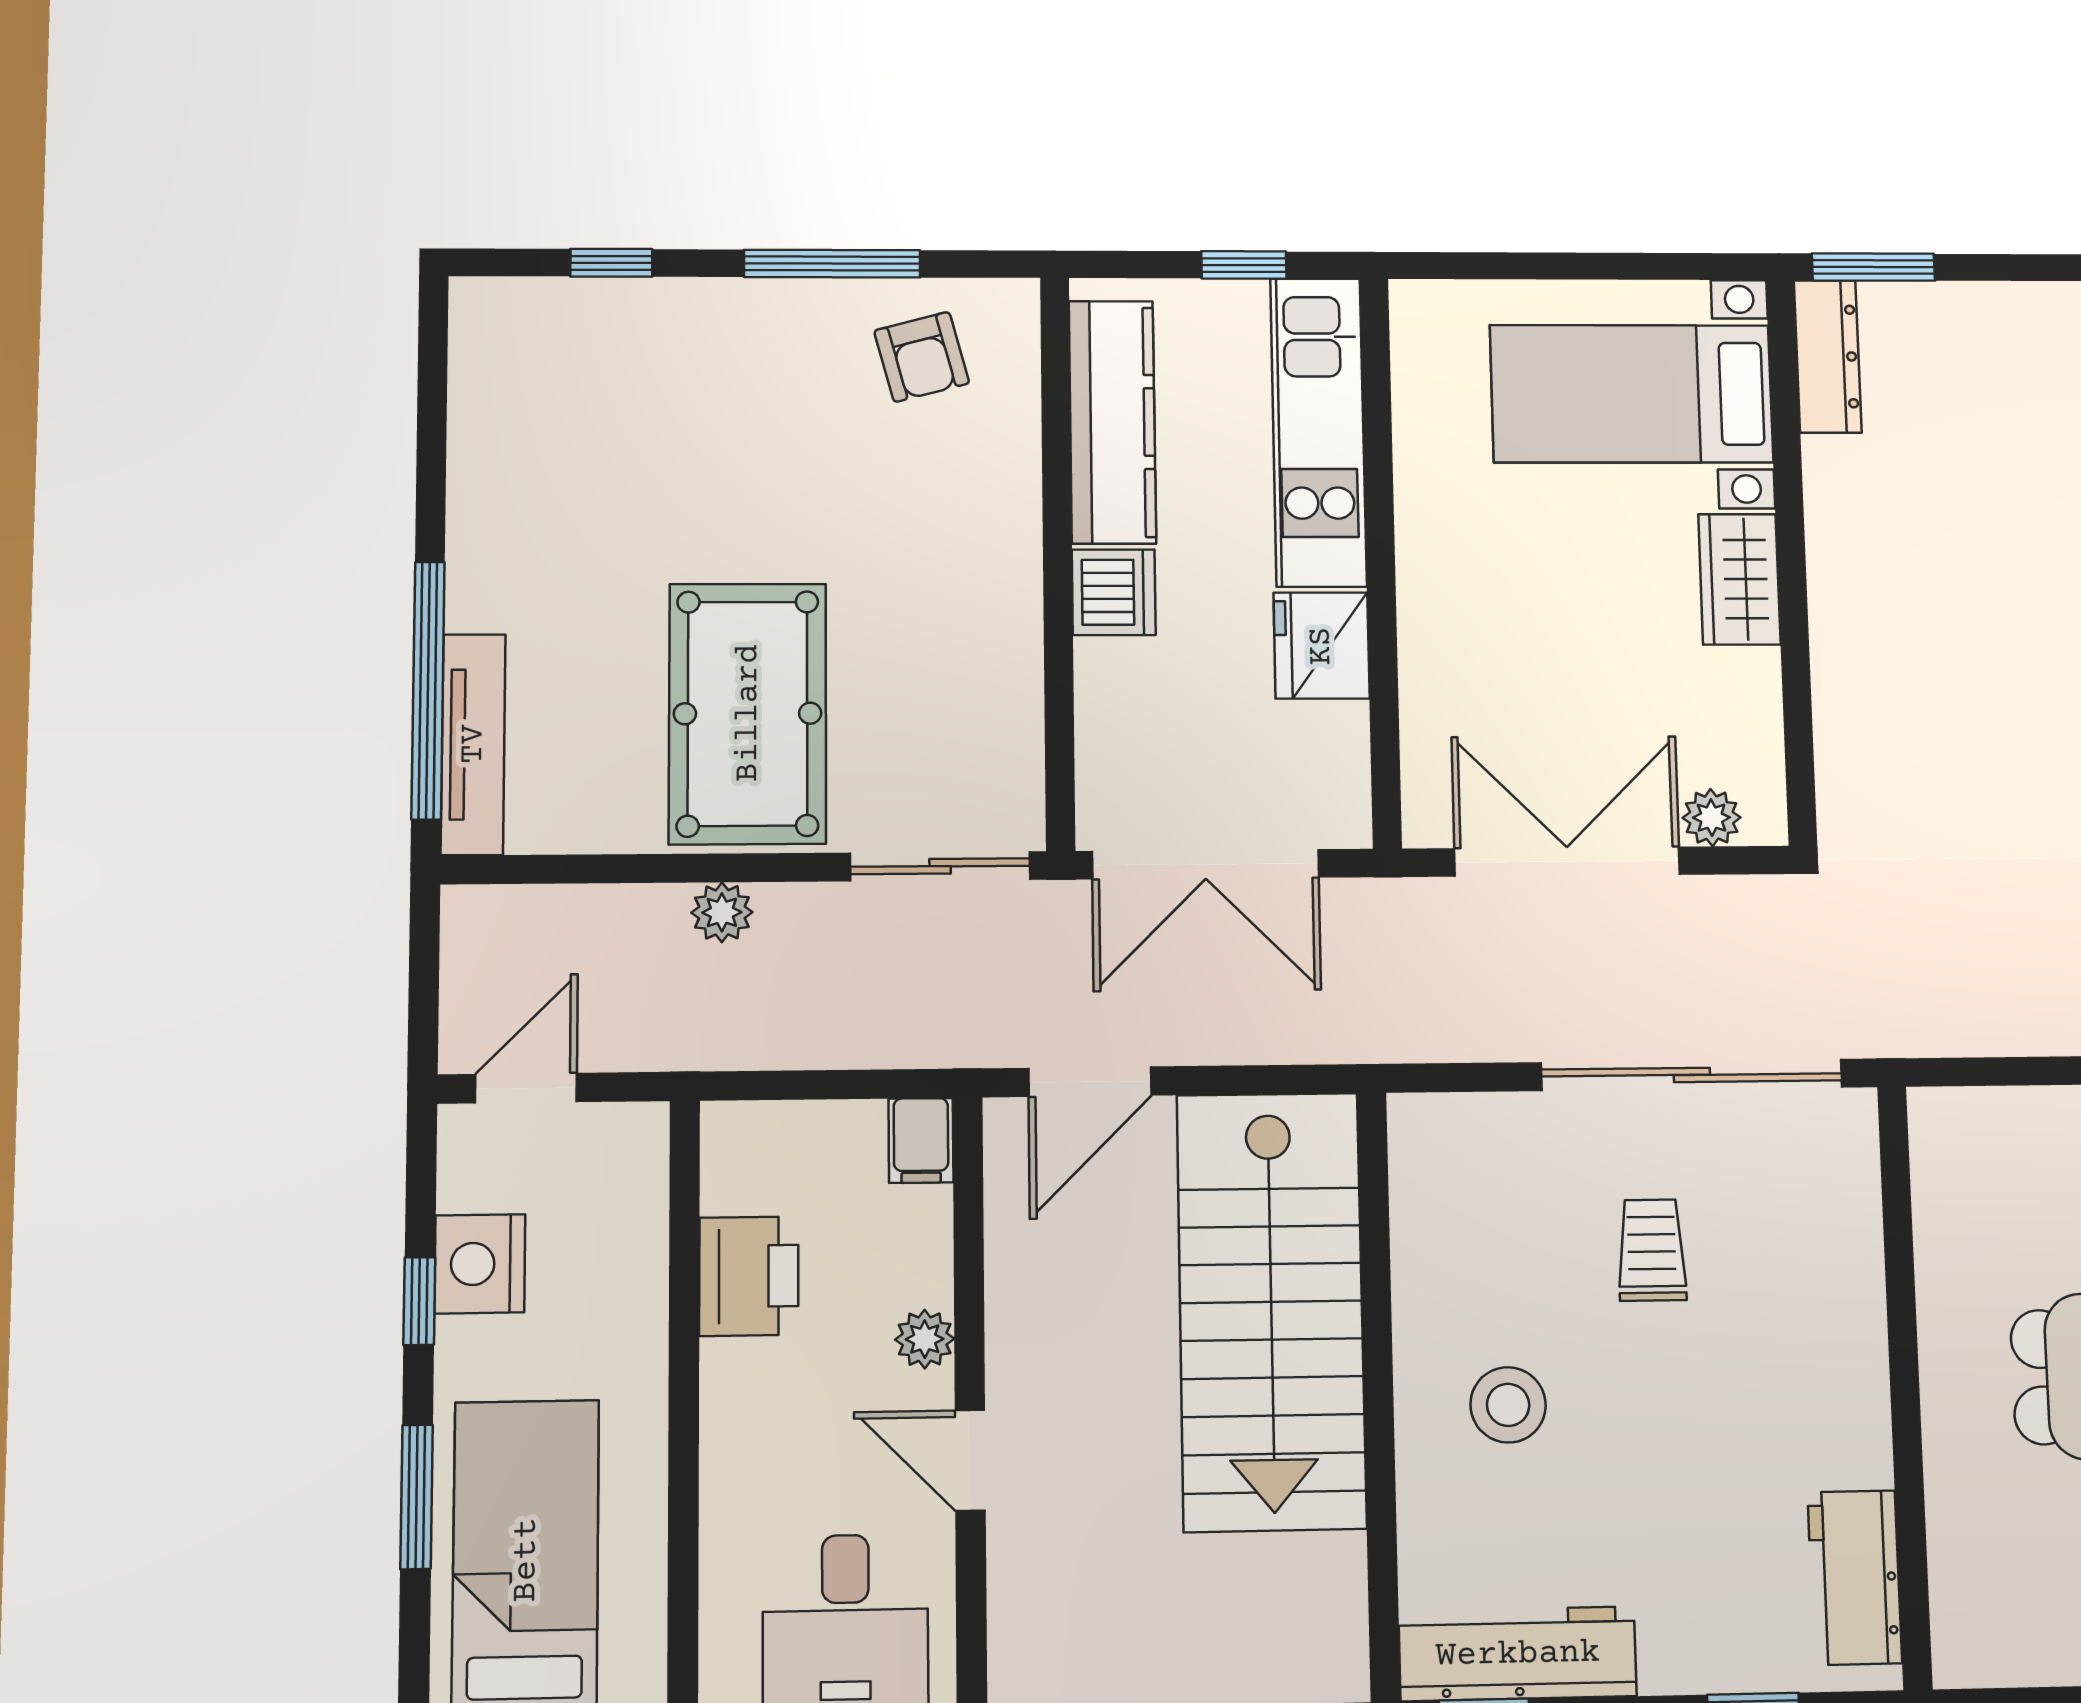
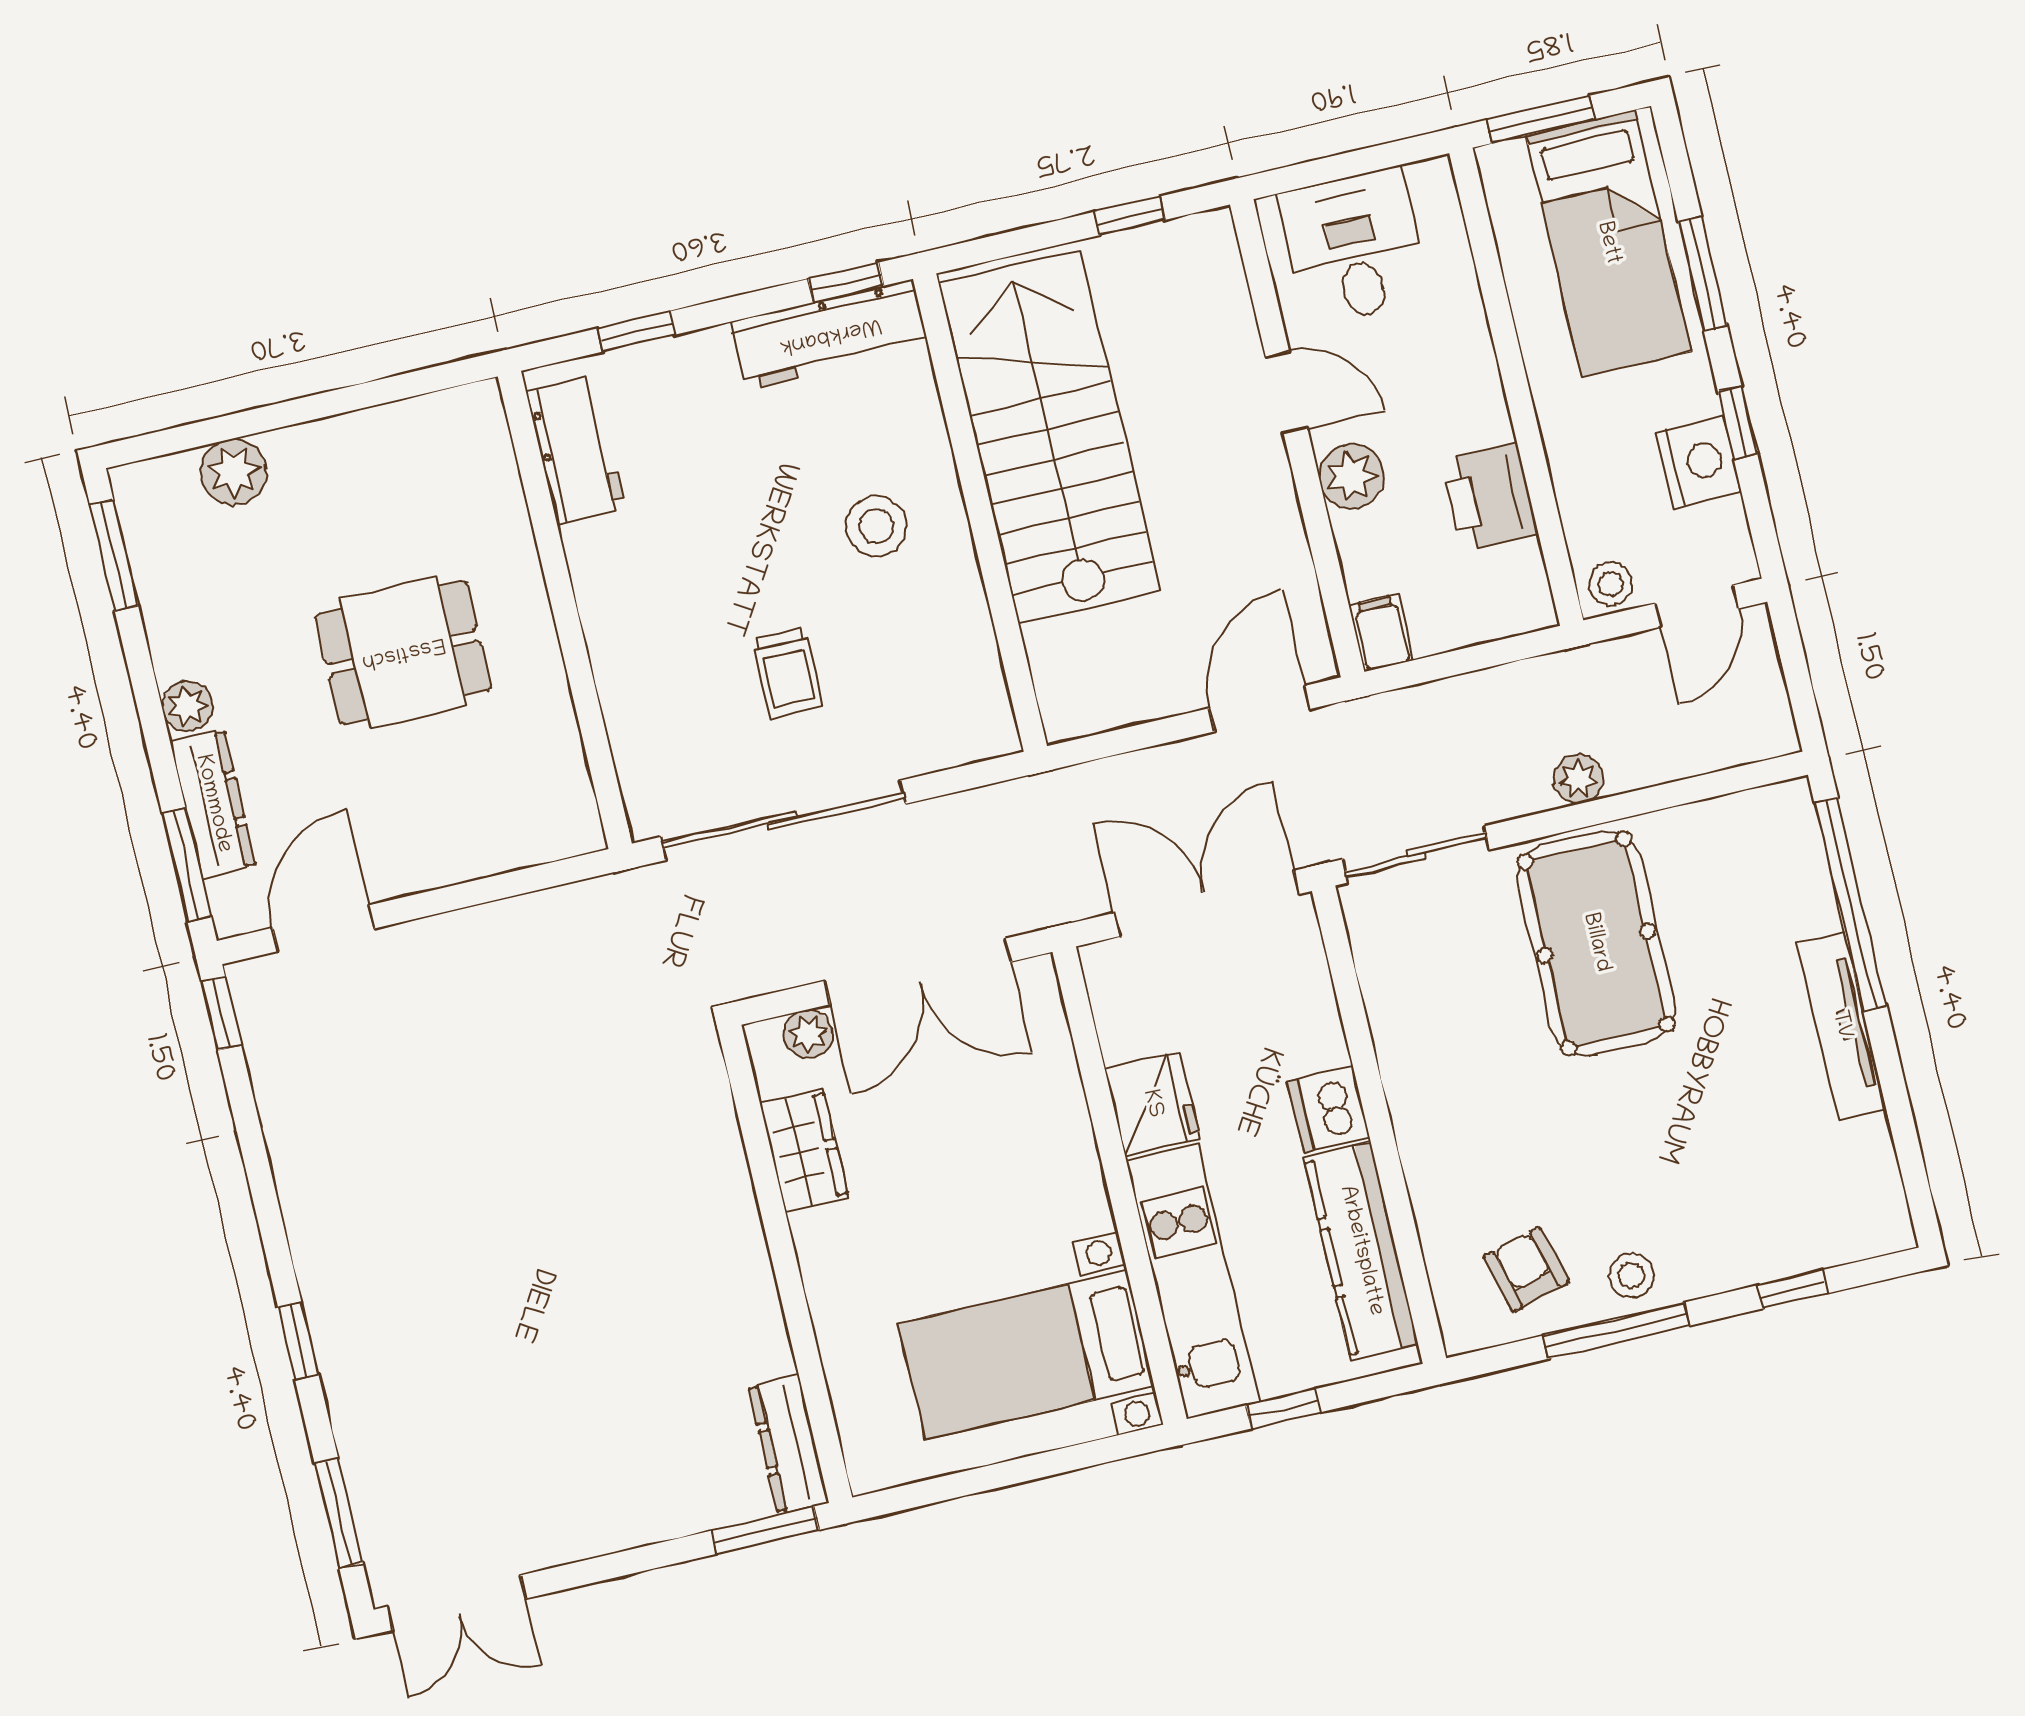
stool: (799, 322) -> (1631, 1276), added
bed with nightstands: (1632, 394) -> (1026, 1355), moved, turned 180
wardrobe: (1739, 579) -> (804, 1151), moved
tv unit: (473, 744) -> (1841, 1025), moved
stool: (626, 1138) -> (1610, 584), added
stairs: (1271, 1311) -> (1049, 437), moved
plant: (925, 1339) -> (1351, 476), width x1.38, depth x1.38

